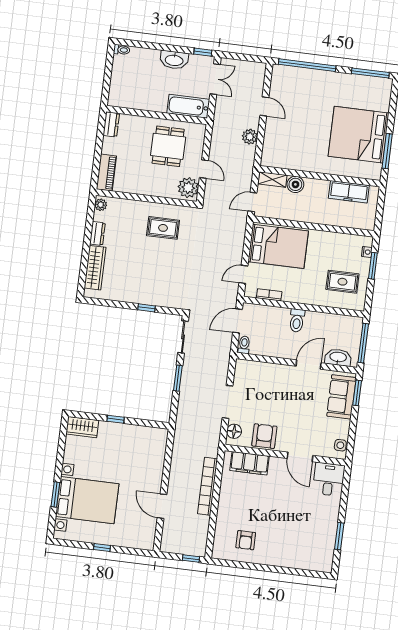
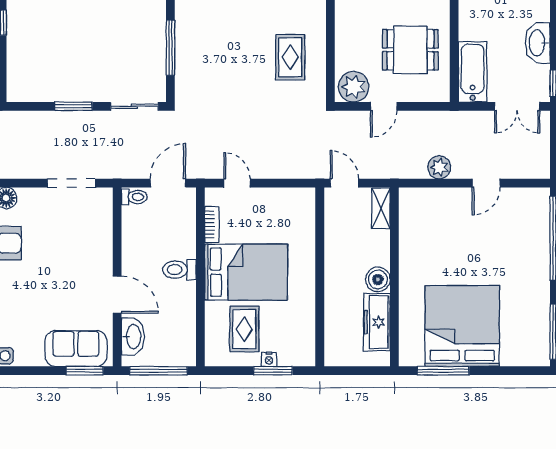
boiler: (295, 184) -> (378, 279), moved
bed: (278, 246) -> (246, 272), moved, turned -90
nightstand: (367, 252) -> (269, 359), moved
window: (147, 308) -> (170, 48), width x2.17
door: (238, 321) -> (168, 183), hinge flipped
doorway: (227, 402) -> (72, 183), moved

